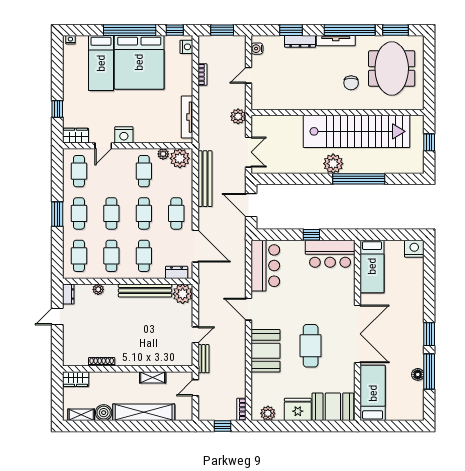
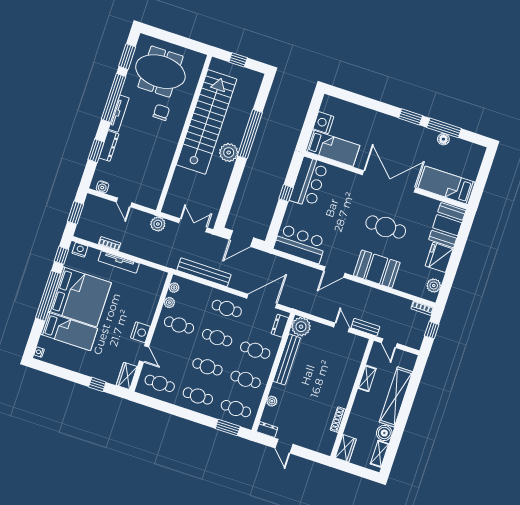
chair: (351, 83) -> (161, 112), turned -90
tv unit: (187, 117) -> (119, 262), moved
plant: (180, 158) -> (174, 288), width x0.53, depth x0.53
window: (57, 214) -> (228, 428), moved
nightstand: (414, 249) -> (323, 123), moved

